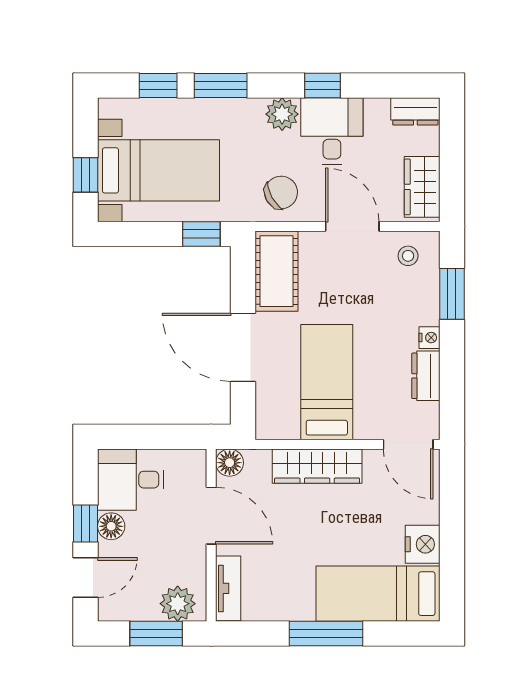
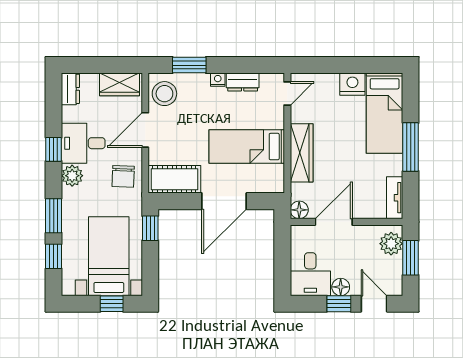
chair: (281, 192) -> (123, 176), turned -149
stool: (408, 256) -> (164, 94), width x1.89, depth x1.89
door: (408, 444) -> (287, 94), width x0.73
tv unit: (228, 588) -> (395, 198), moved, turned -90

